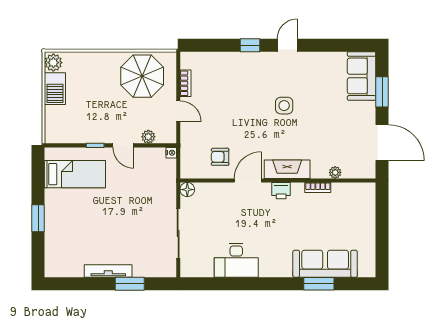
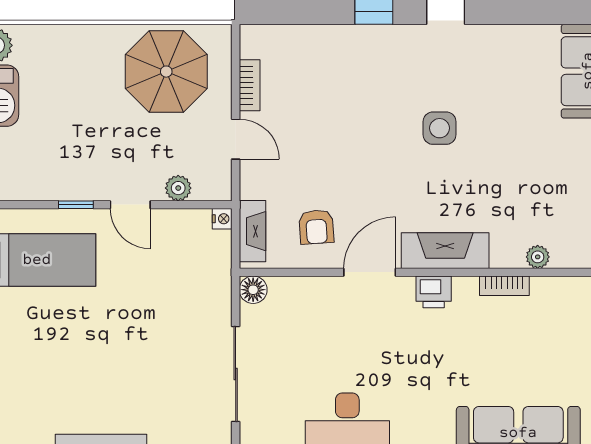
armchair: (220, 157) -> (316, 227), turned -94
fireplace: (187, 159) -> (252, 231), added

